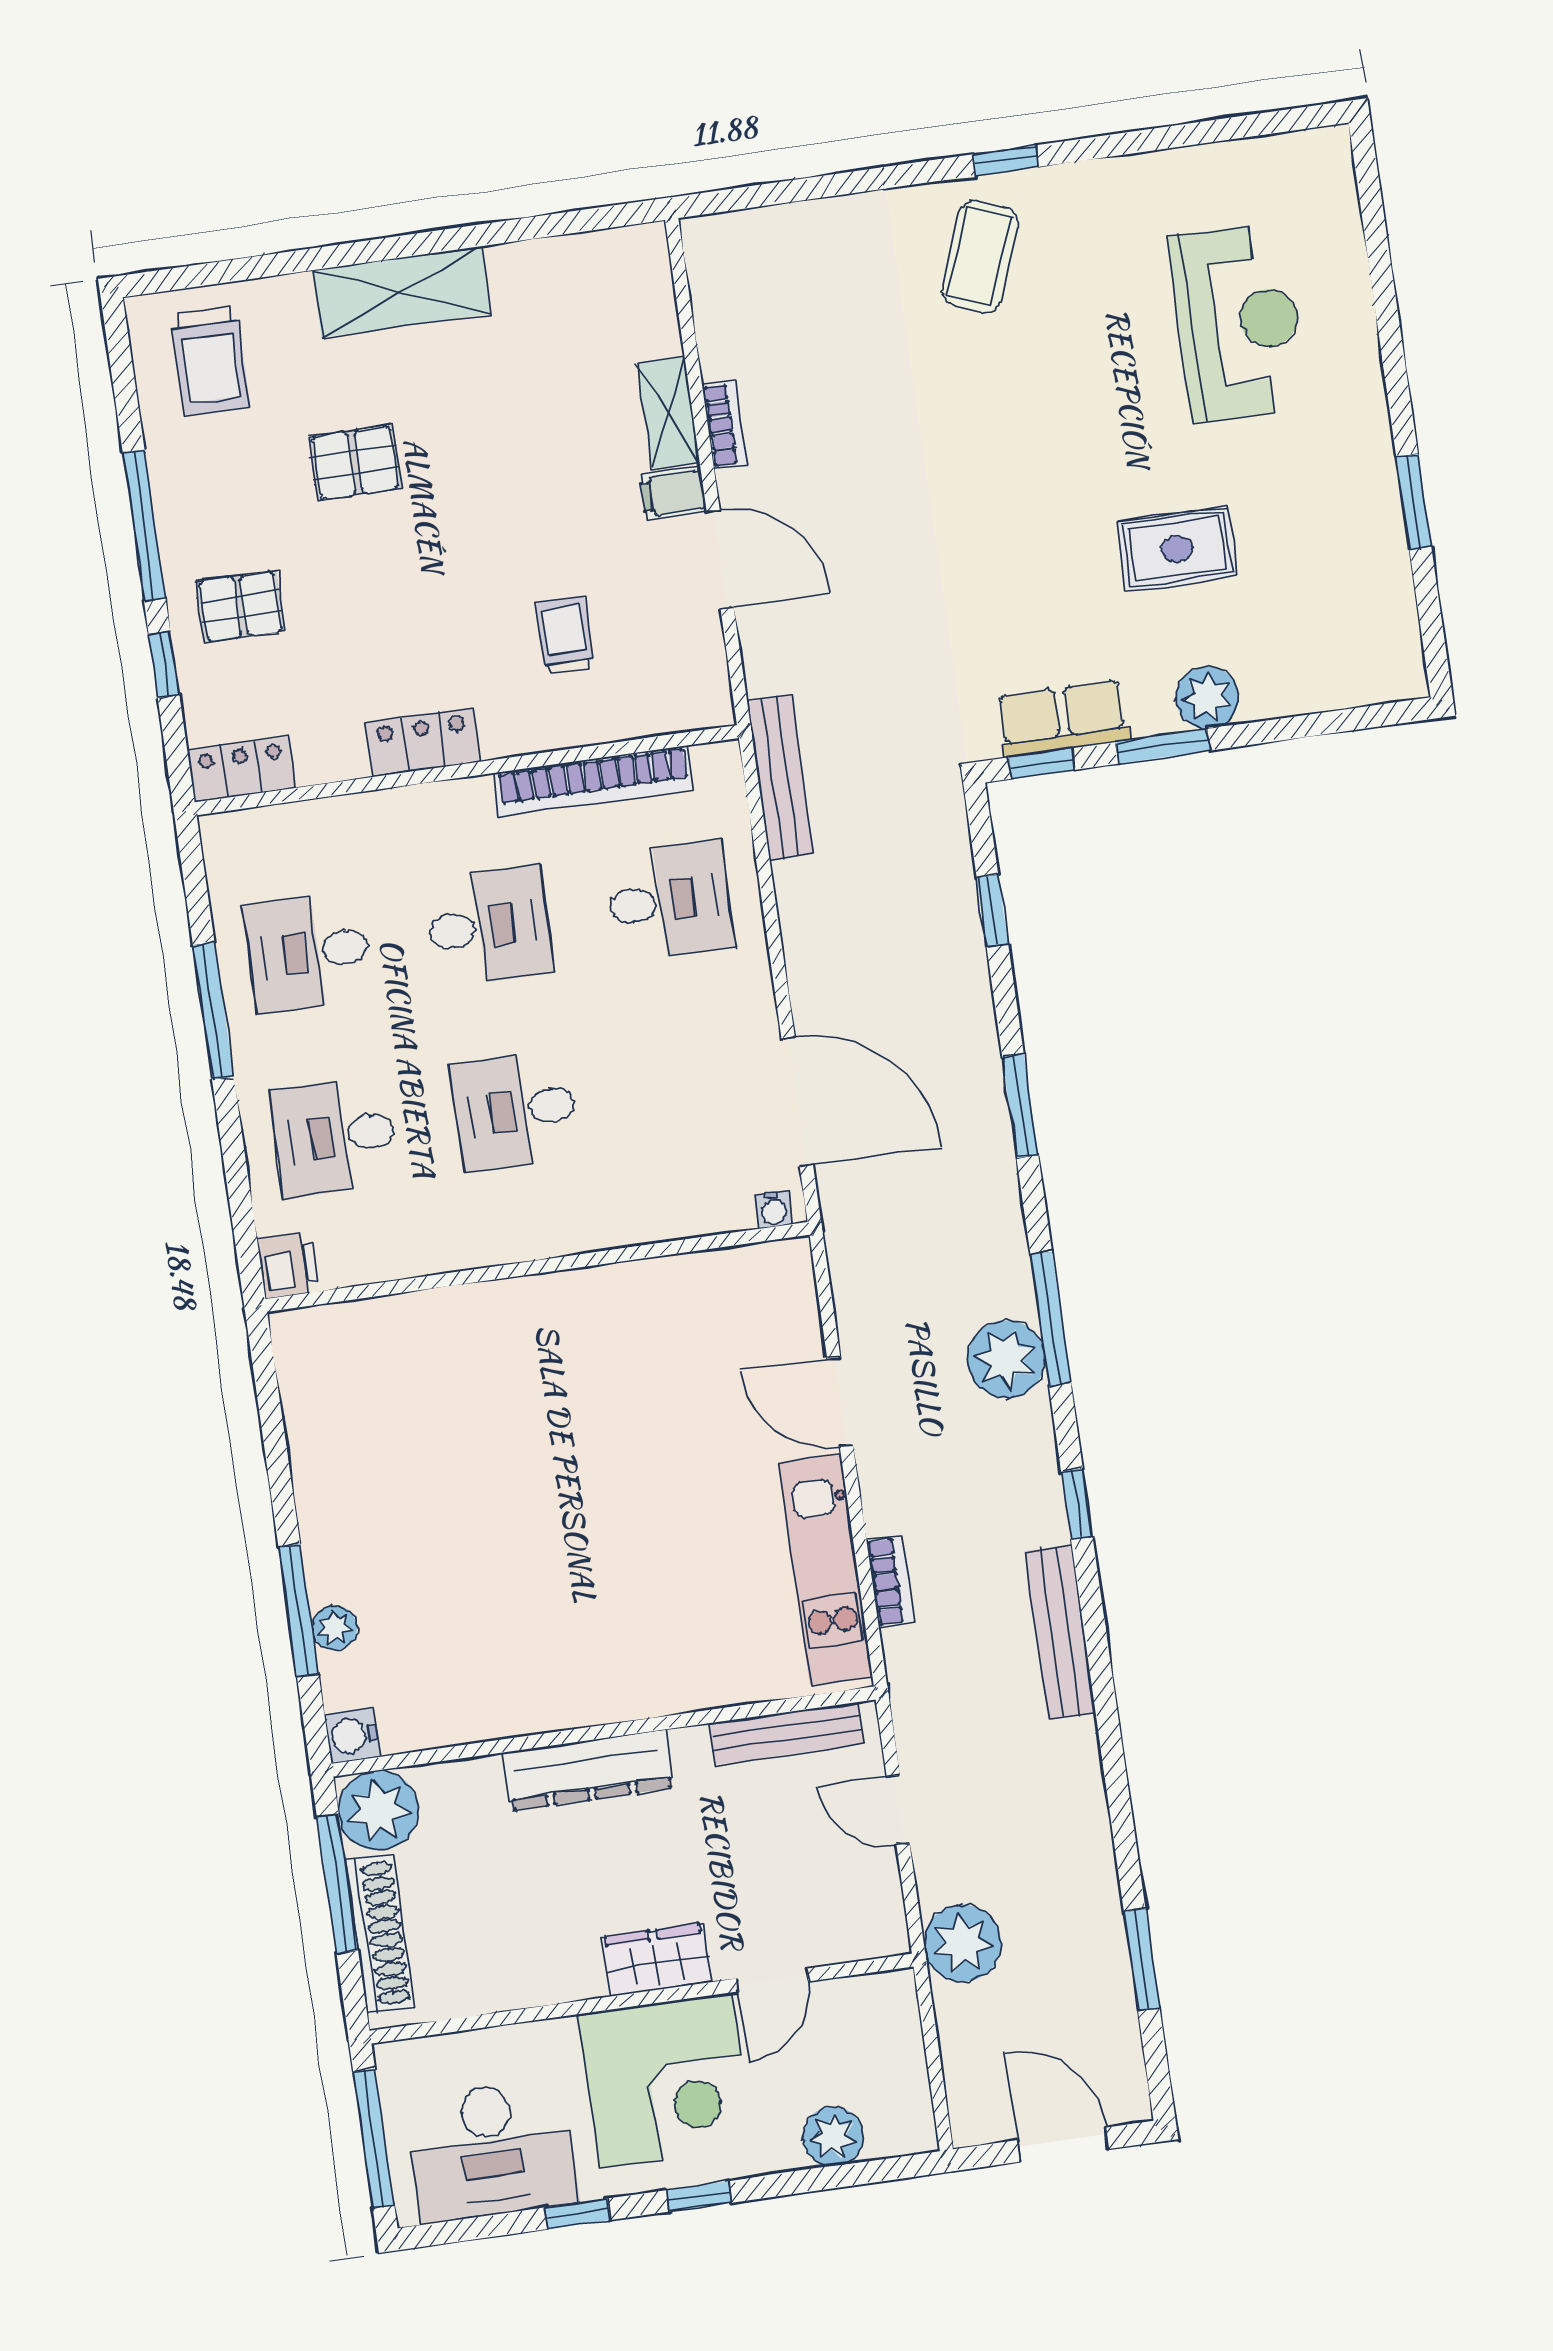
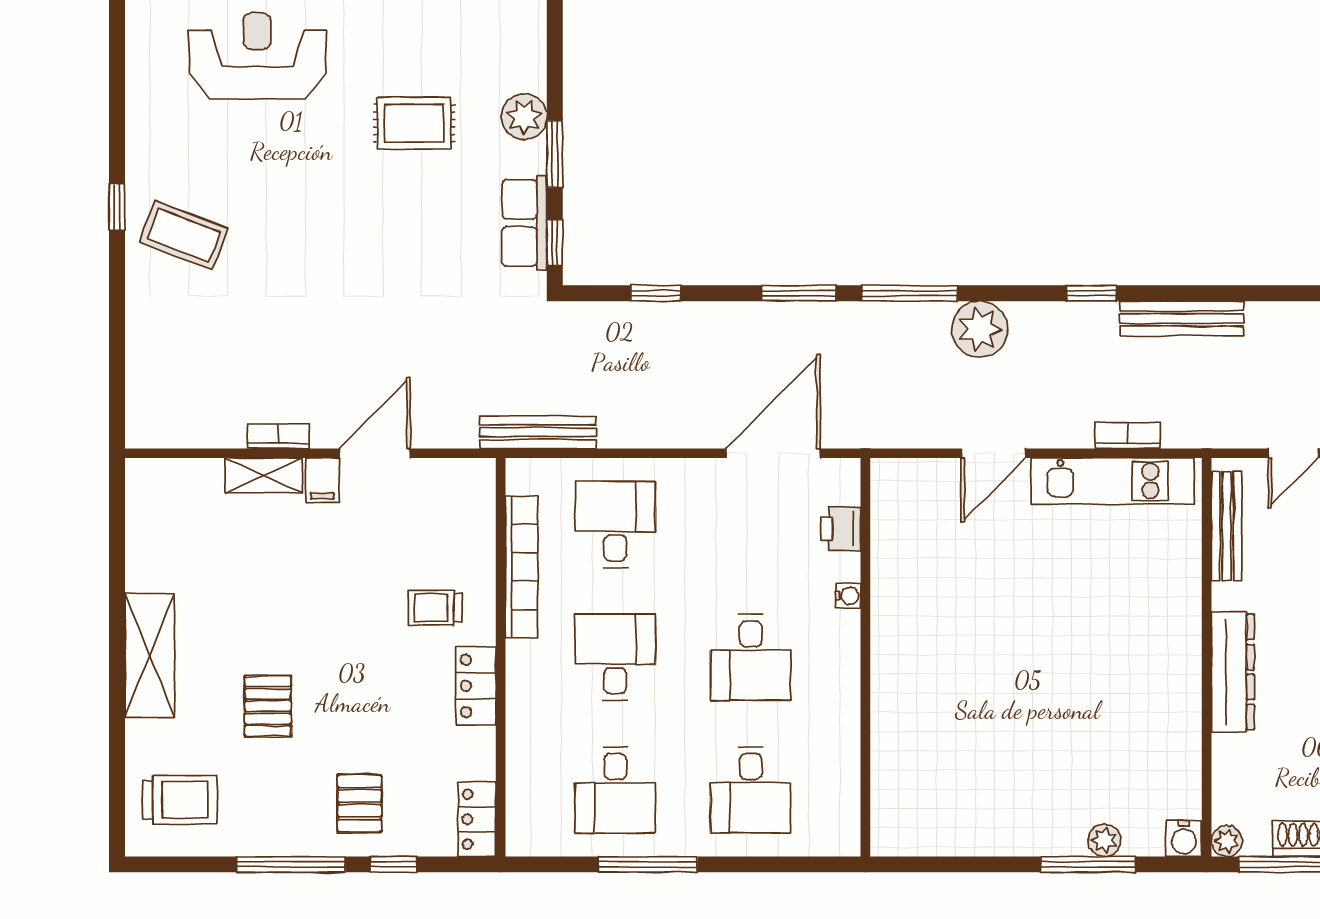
rug: (1177, 549) -> (414, 123), turned 90
trolley: (565, 635) -> (435, 608), moved
water cooler: (773, 1209) -> (848, 596), moved
printer: (288, 1265) -> (841, 528), moved, turned -90
window: (1051, 1319) -> (910, 293), moved
plant: (378, 1811) -> (1227, 841), width x0.53, depth x0.53

